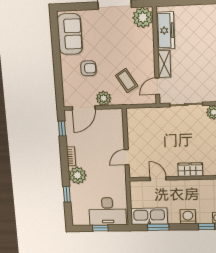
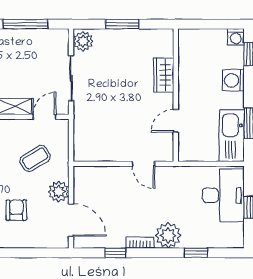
door: (157, 86) -> (44, 117), swing flipped
window: (62, 129) -> (115, 253), moved

